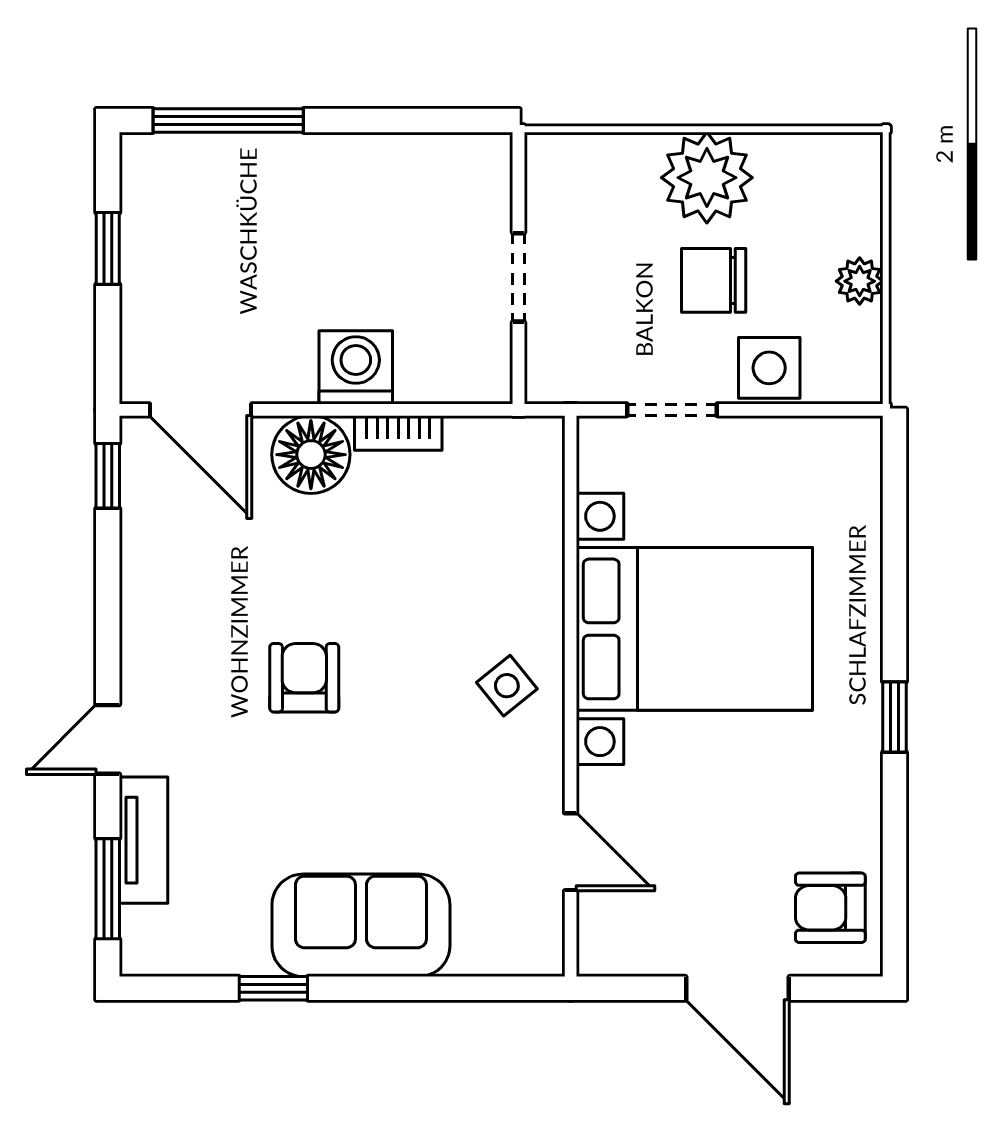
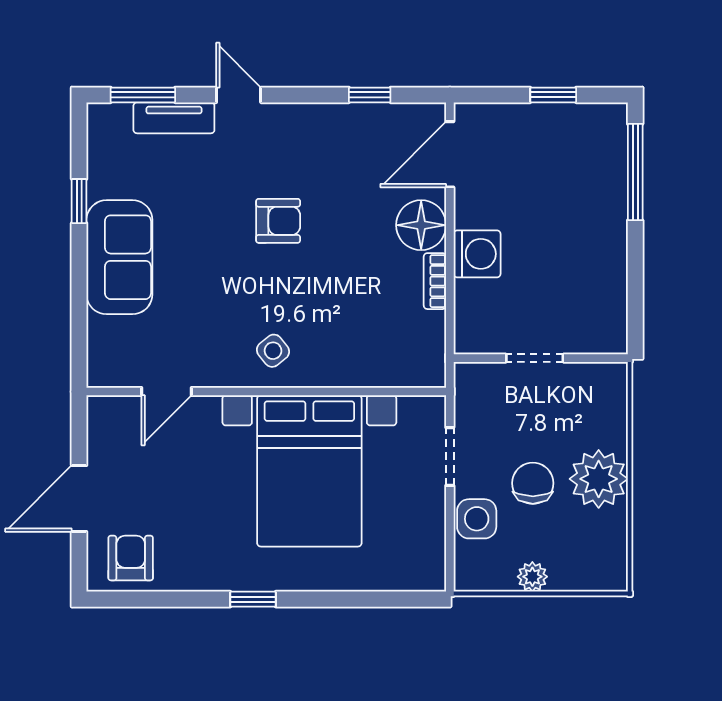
window: (108, 476) -> (370, 95), moved

